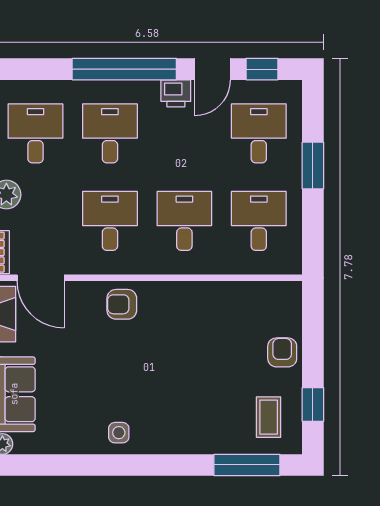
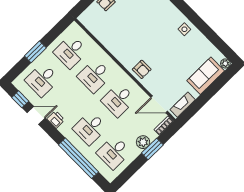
window: (124, 69) -> (78, 158), moved
door: (41, 278) -> (159, 104), swing flipped

